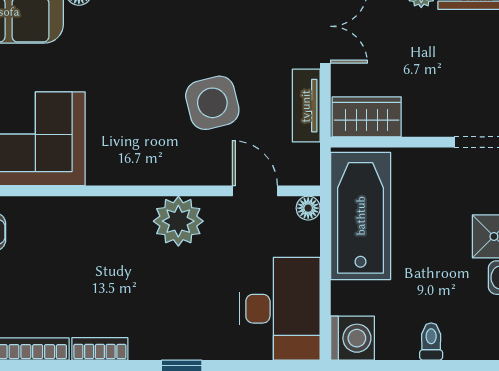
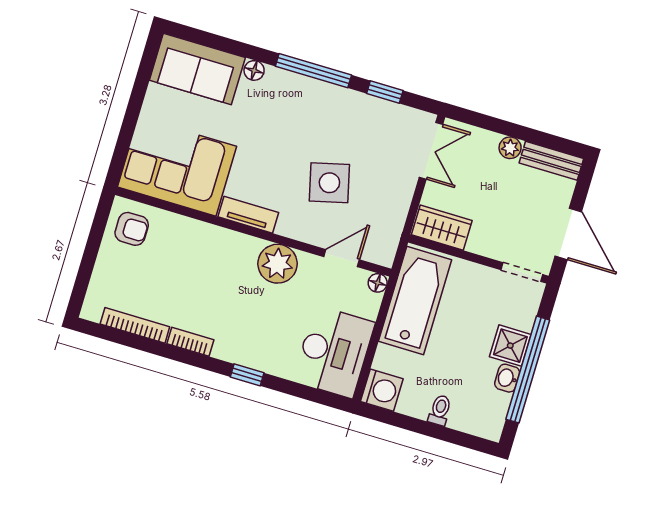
tv unit: (306, 106) -> (248, 215), moved, turned 90
door: (255, 191) -> (342, 258), hinge flipped

